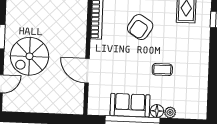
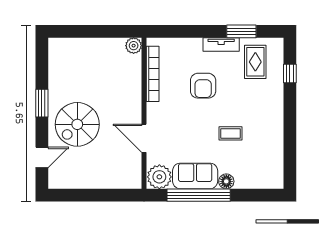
armchair: (140, 27) -> (203, 86), turned -32
plant: (170, 112) -> (159, 177), moved, width x1.88, depth x1.88

